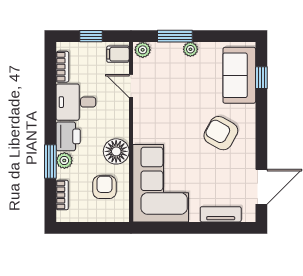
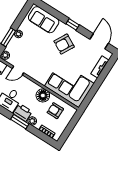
window: (261, 78) -> (73, 24), moved
window: (50, 162) -> (20, 122), moved

